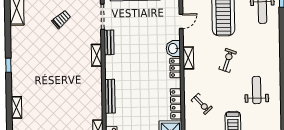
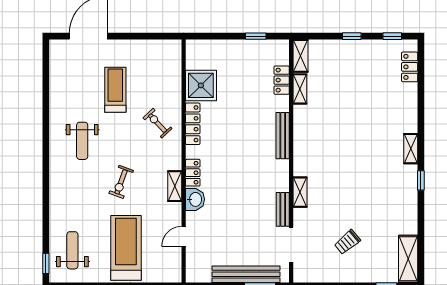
shelving: (16, 107) -> (411, 149), moved

